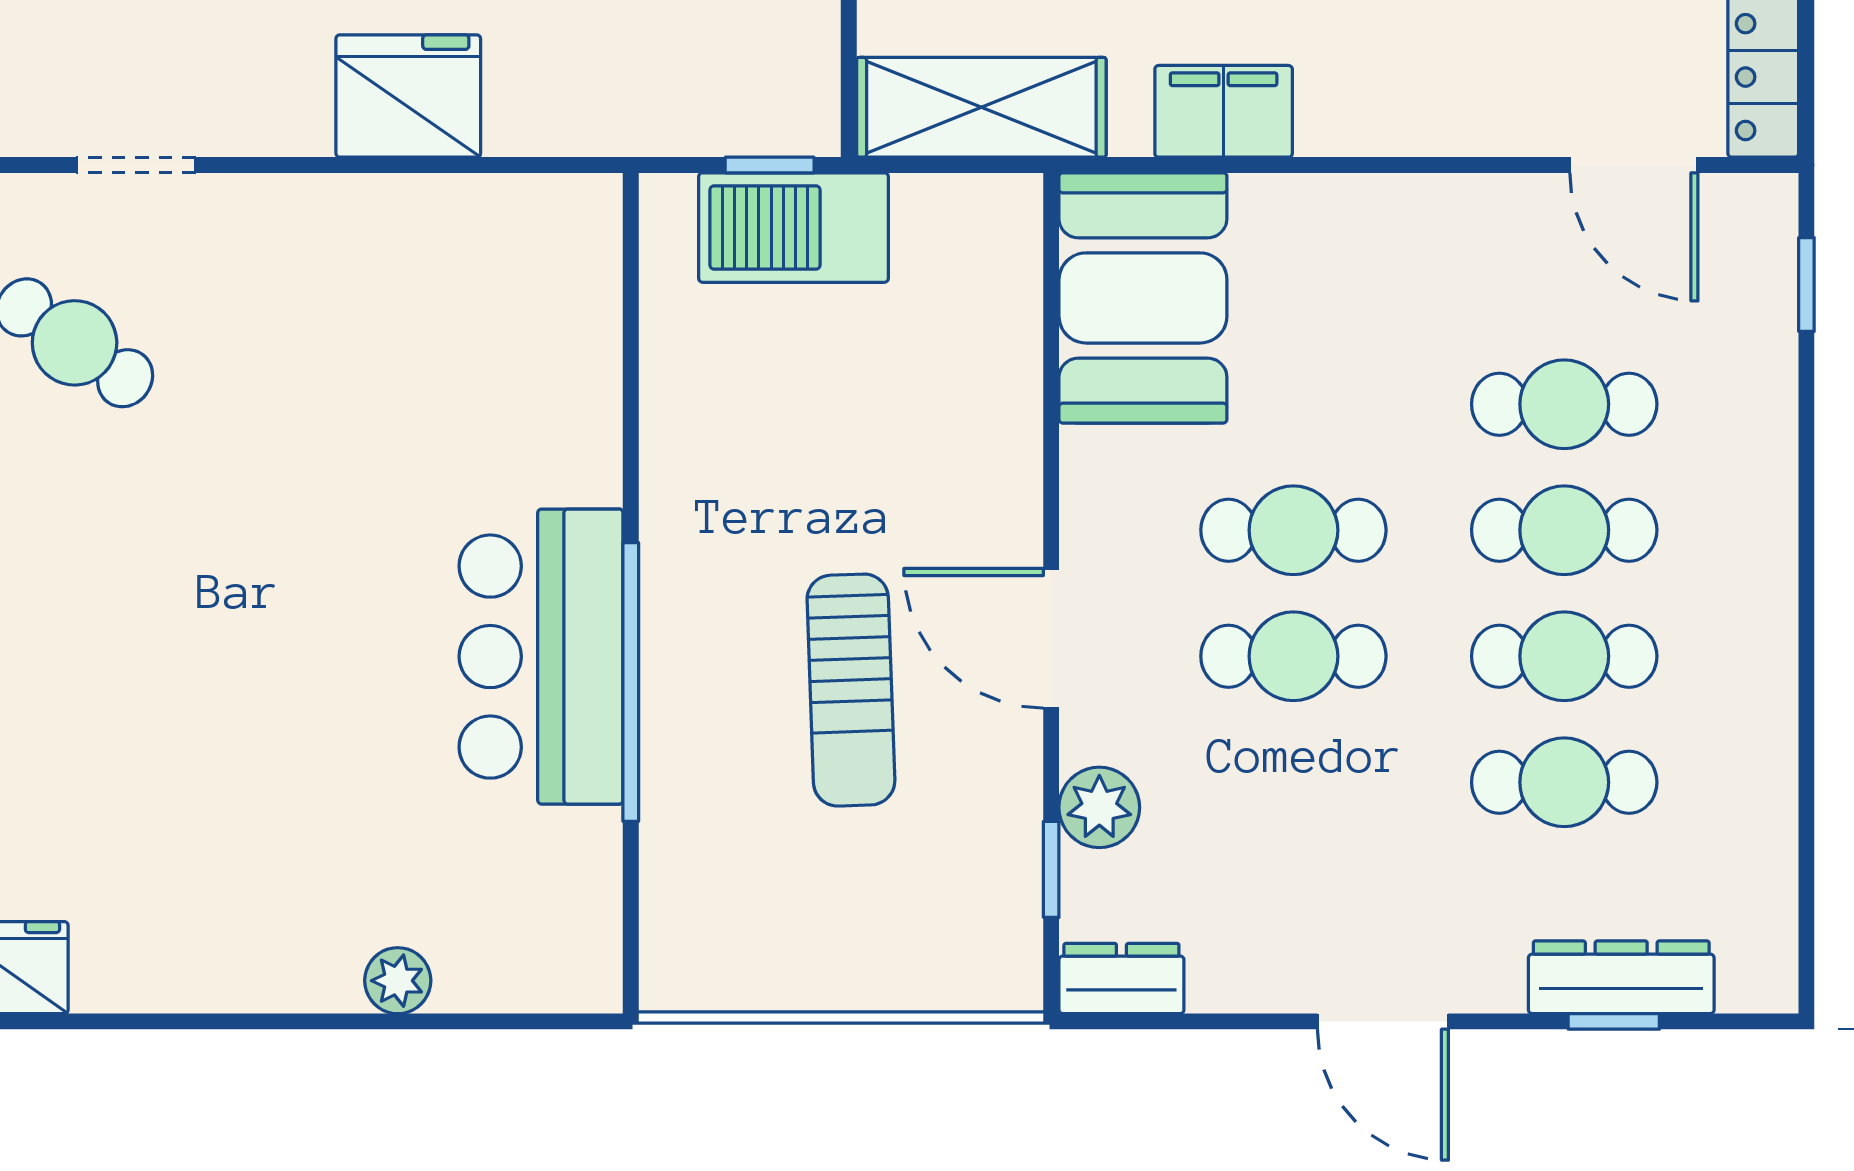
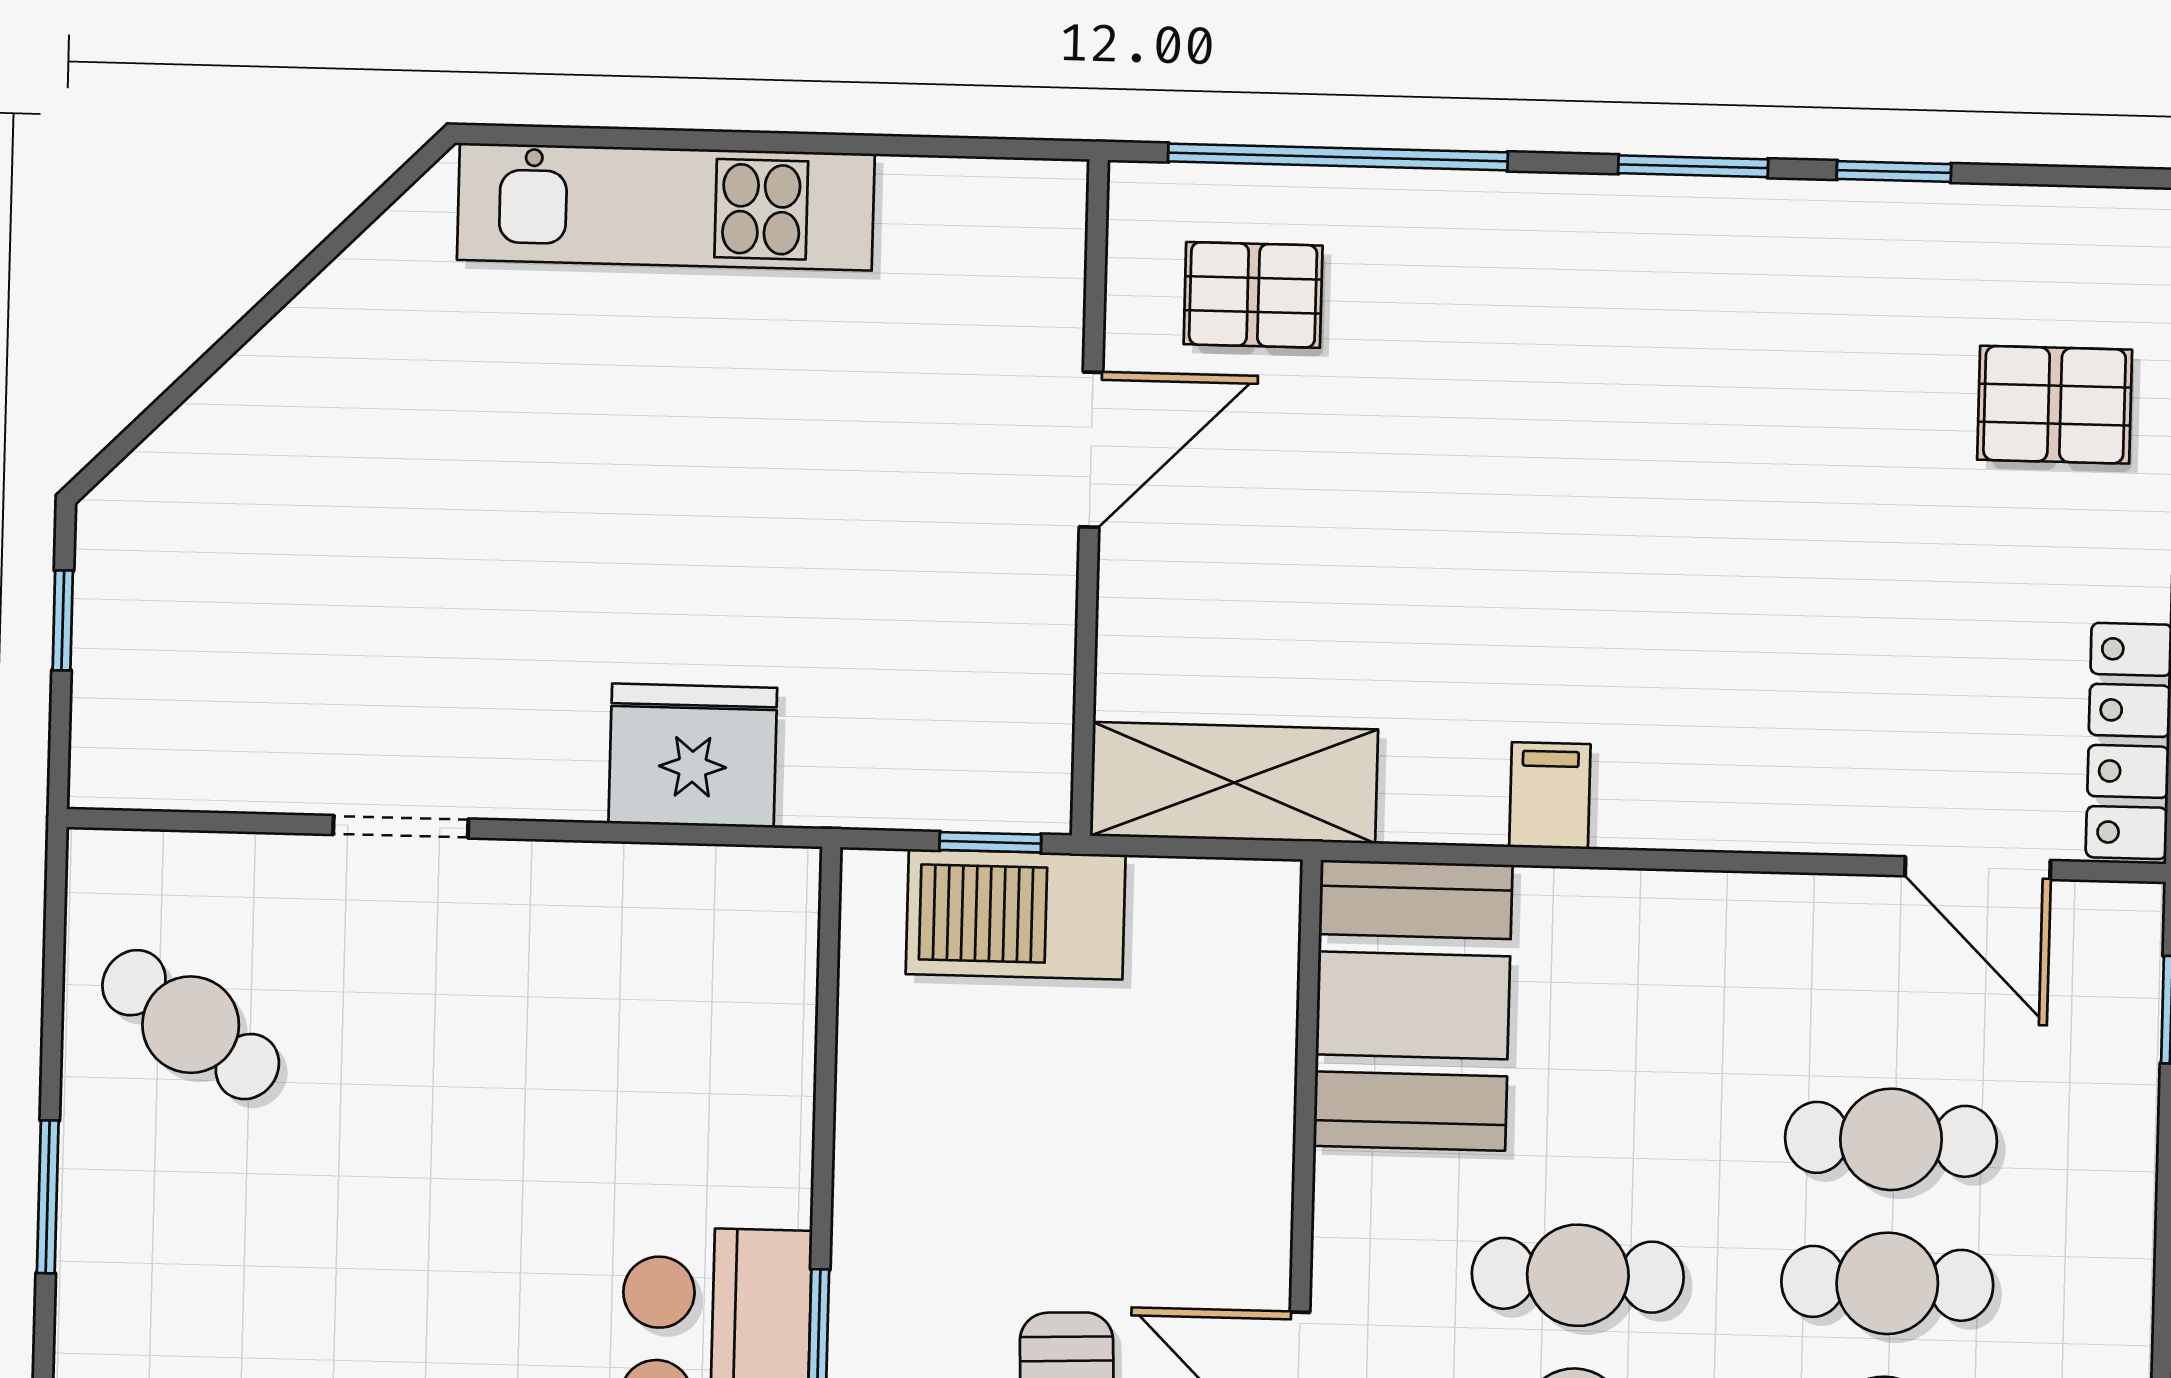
fridge: (408, 96) -> (693, 756), moved
filing cabinet: (1224, 111) -> (1550, 796), width x0.50
doorway: (136, 165) -> (401, 827), moved

